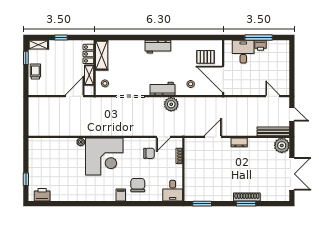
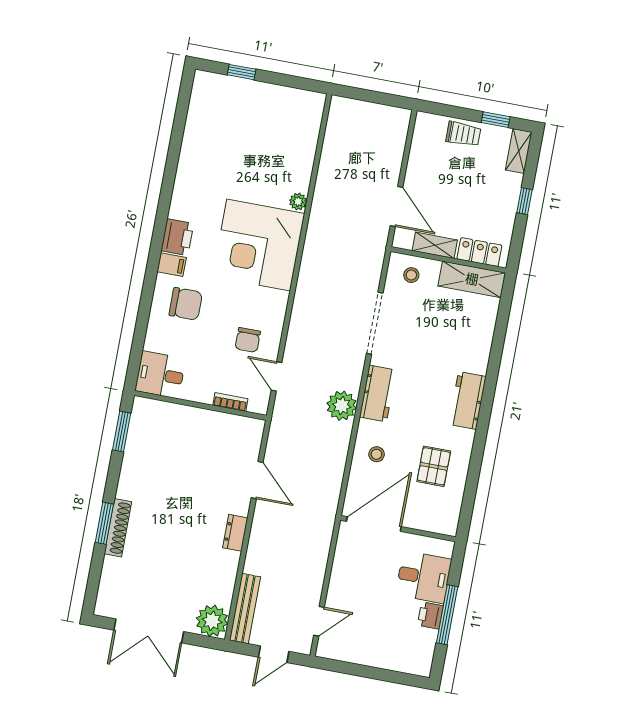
pallet: (206, 57) -> (434, 466), moved
printer: (42, 195) -> (177, 237), moved

